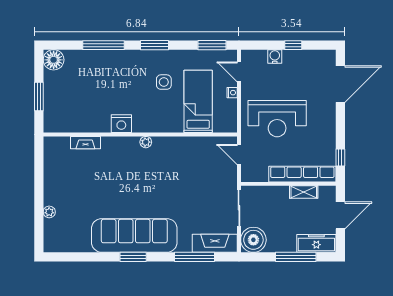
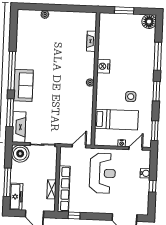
reception desk: (277, 119) -> (103, 173), turned 180
sofa: (134, 235) -> (23, 85), width x0.54, depth x0.79
window: (133, 257) -> (12, 71), width x2.11

